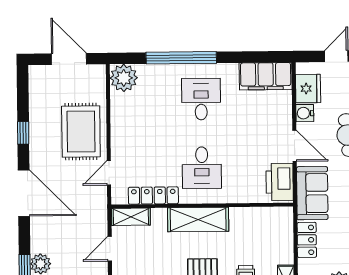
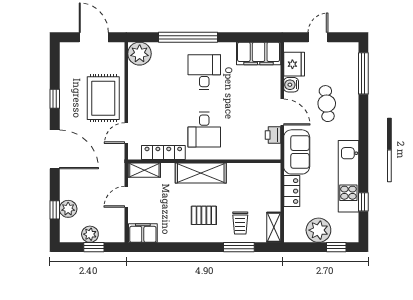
printer: (280, 182) -> (273, 135), width x0.53, depth x0.68

